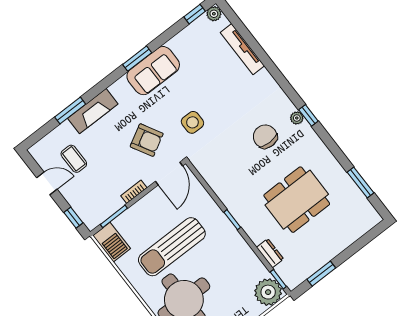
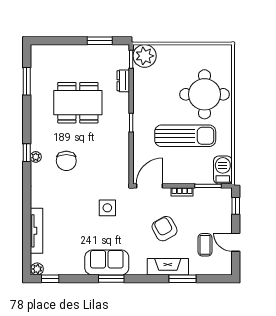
armchair: (147, 140) -> (165, 229), moved

